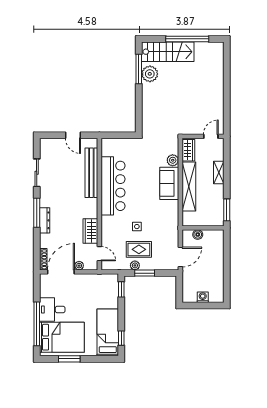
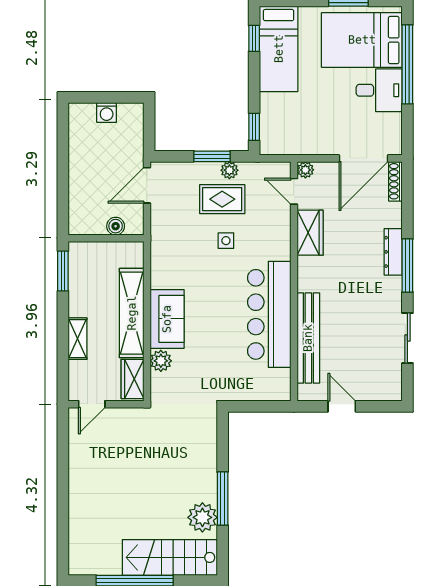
window: (139, 69) -> (223, 499), moved
plant: (79, 266) -> (305, 170), moved

